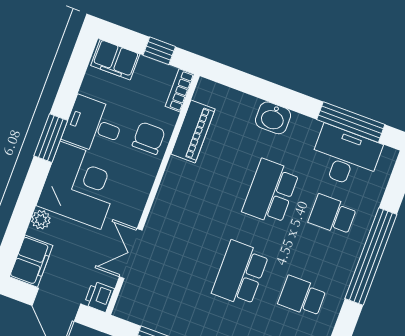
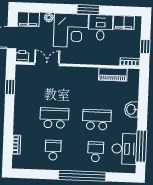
filing cabinet: (115, 60) -> (124, 23), moved, turned -90
chair: (149, 138) -> (103, 55), removed

